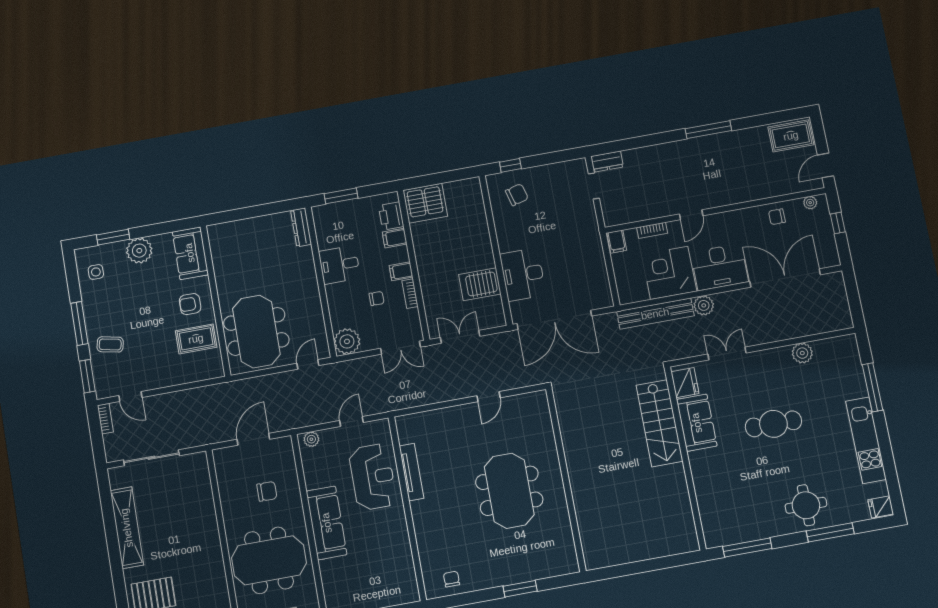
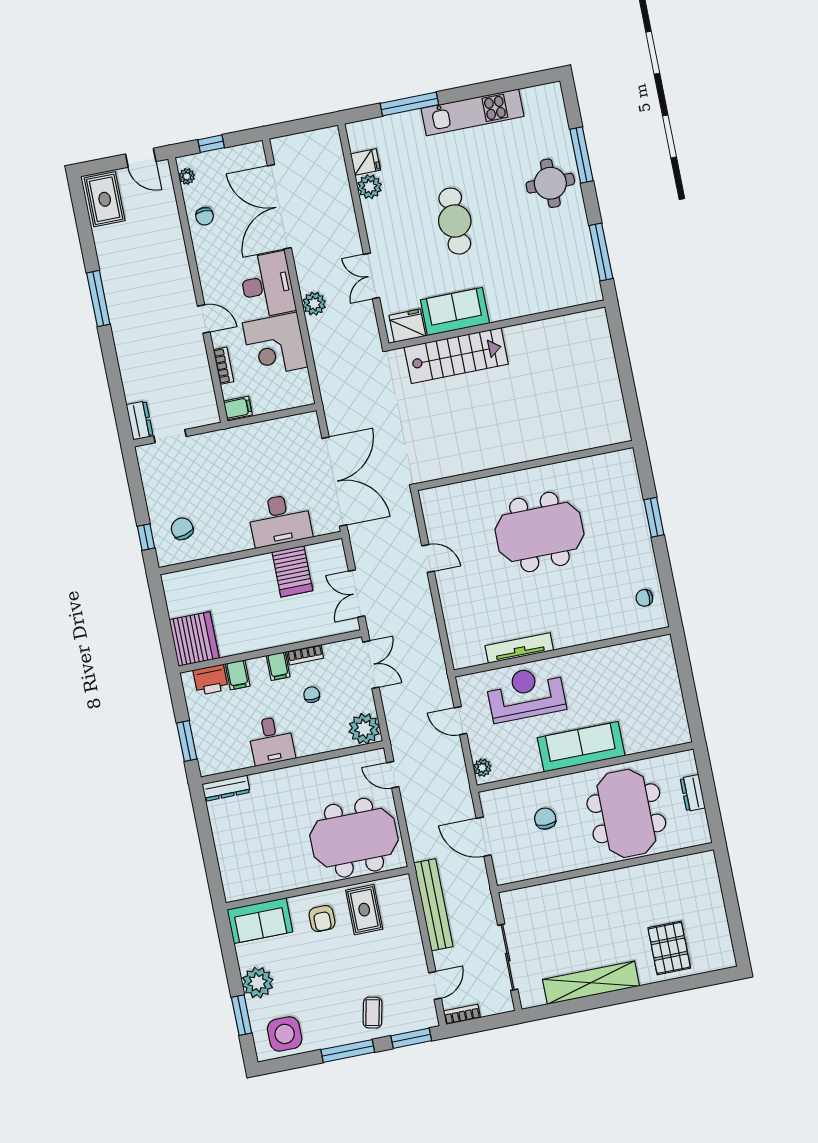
side table: (96, 272) -> (285, 1034), width x1.87, depth x1.87
bench: (655, 314) -> (433, 905), moved
fridge: (881, 507) -> (365, 162), moved, turned -90

